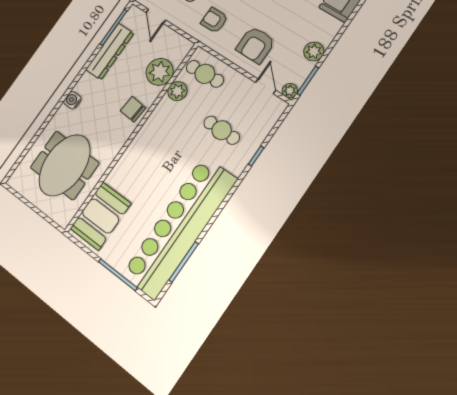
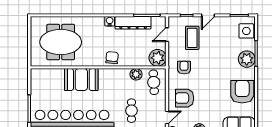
plant: (160, 72) -> (158, 58), moved
water cooler: (72, 100) -> (110, 21), moved
booth: (101, 216) -> (81, 80), moved

